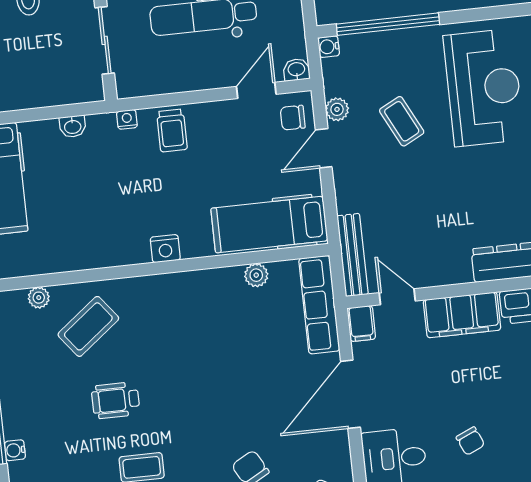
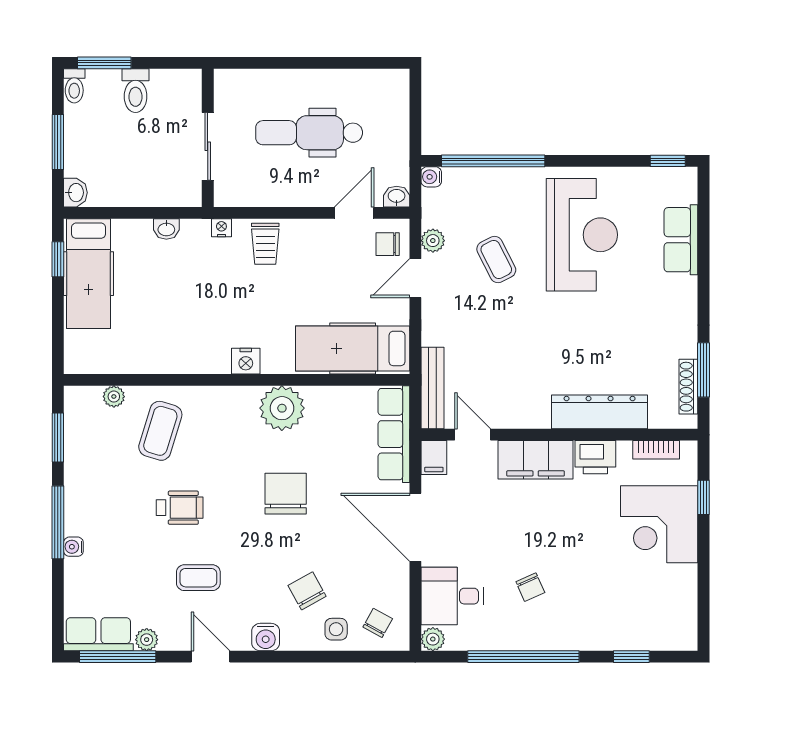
plant: (256, 275) -> (282, 408), moved, width x1.88, depth x1.88
coffee table: (88, 326) -> (160, 431), turned -35
chair: (219, 375) -> (286, 494), added
door: (350, 394) -> (415, 527), hinge flipped
wheelchair: (116, 400) -> (180, 508), turned 180

